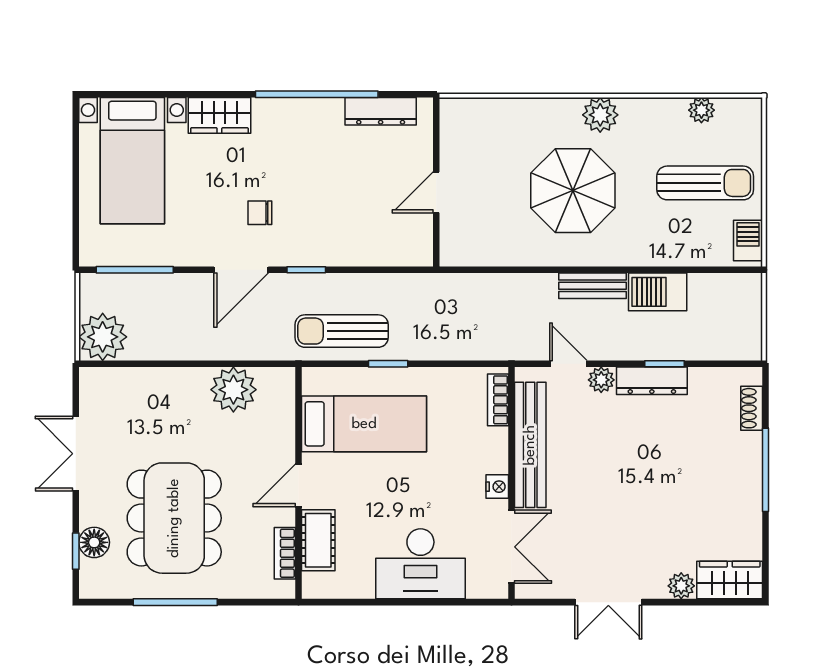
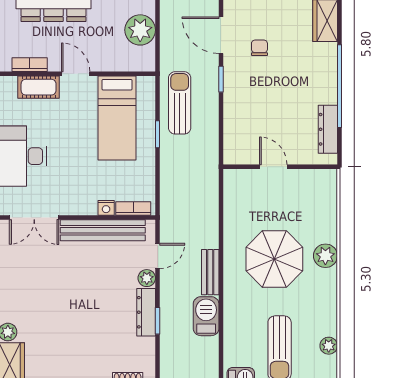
plant: (600, 115) -> (325, 256), moved
nightstand: (497, 487) -> (106, 208), moved

